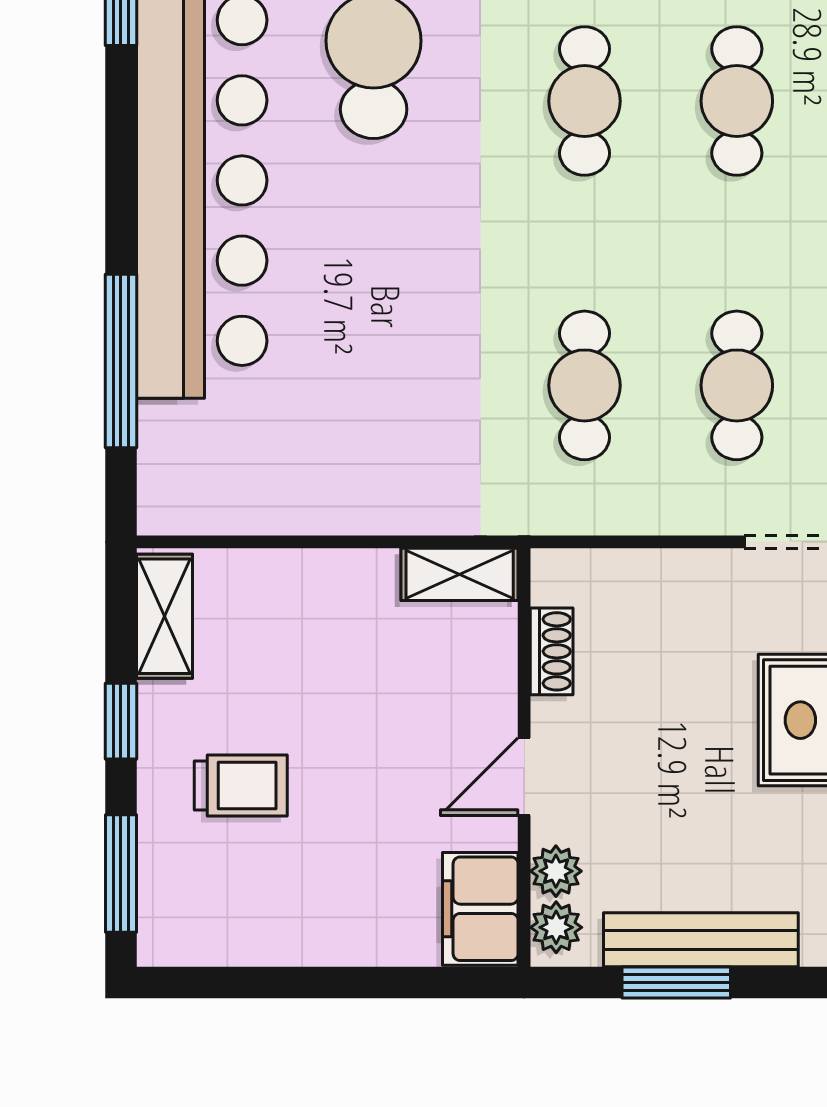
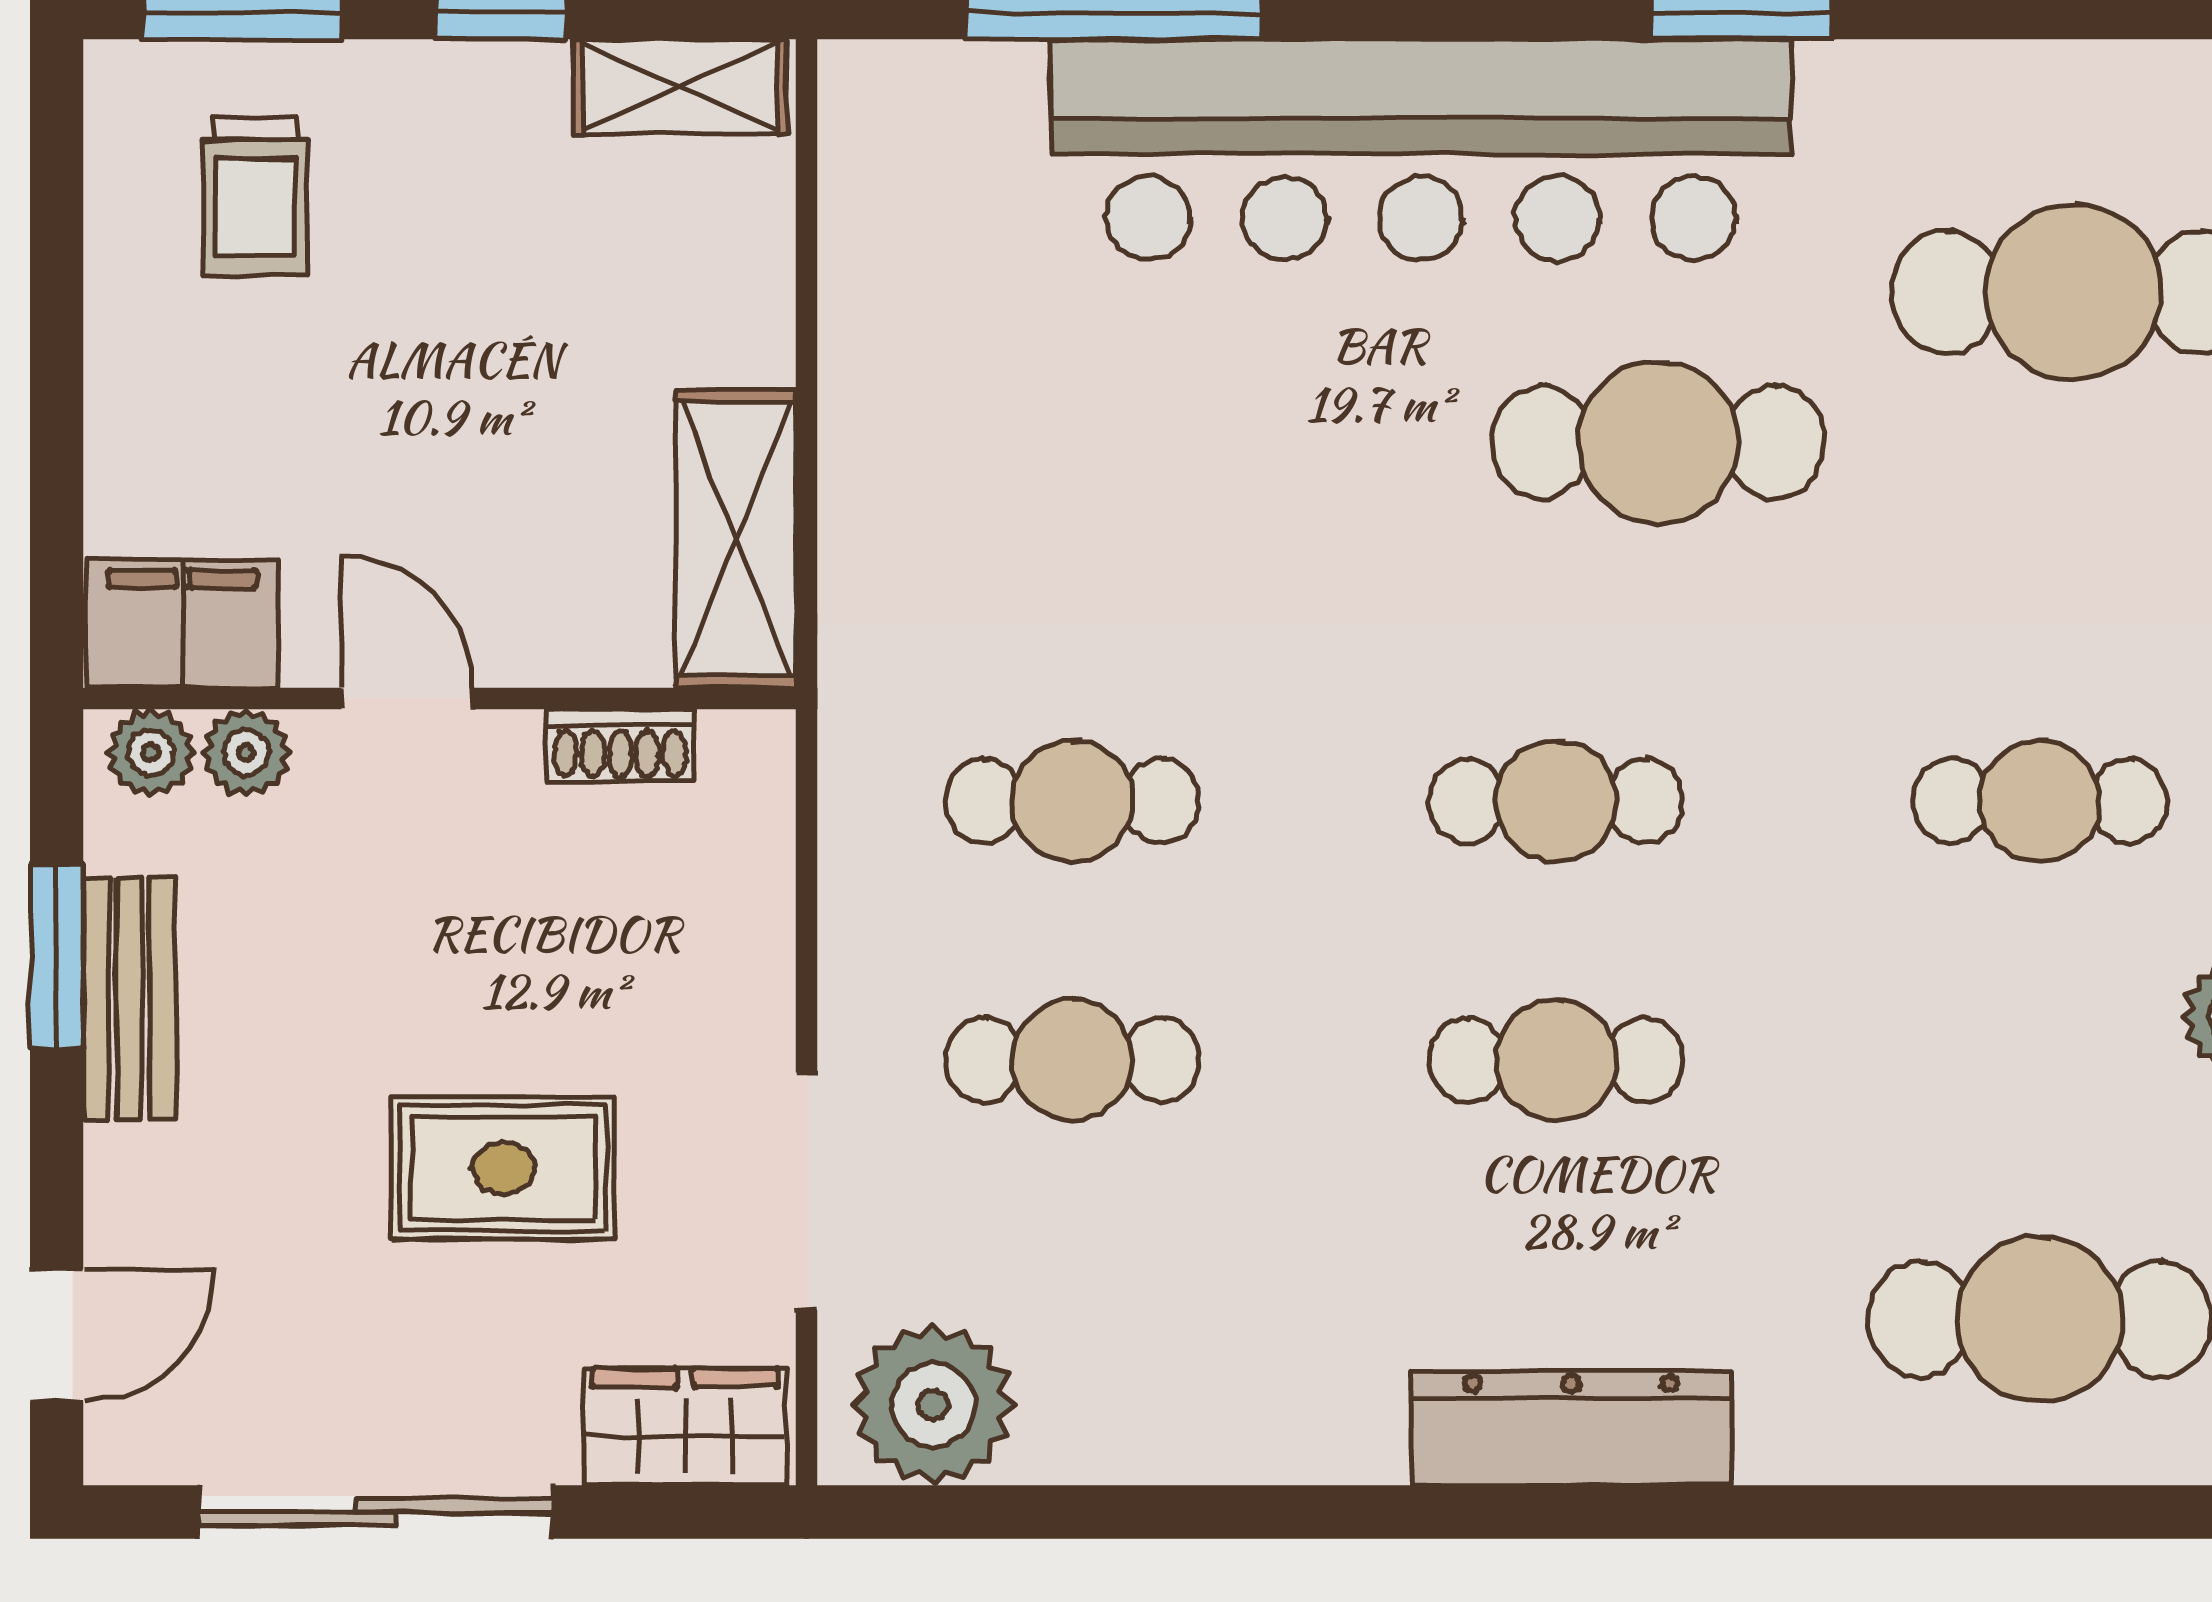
shelving: (460, 574) -> (736, 539), width x1.50, depth x1.33
trolley: (241, 786) -> (255, 196), moved
bench: (701, 940) -> (130, 999), width x0.73

